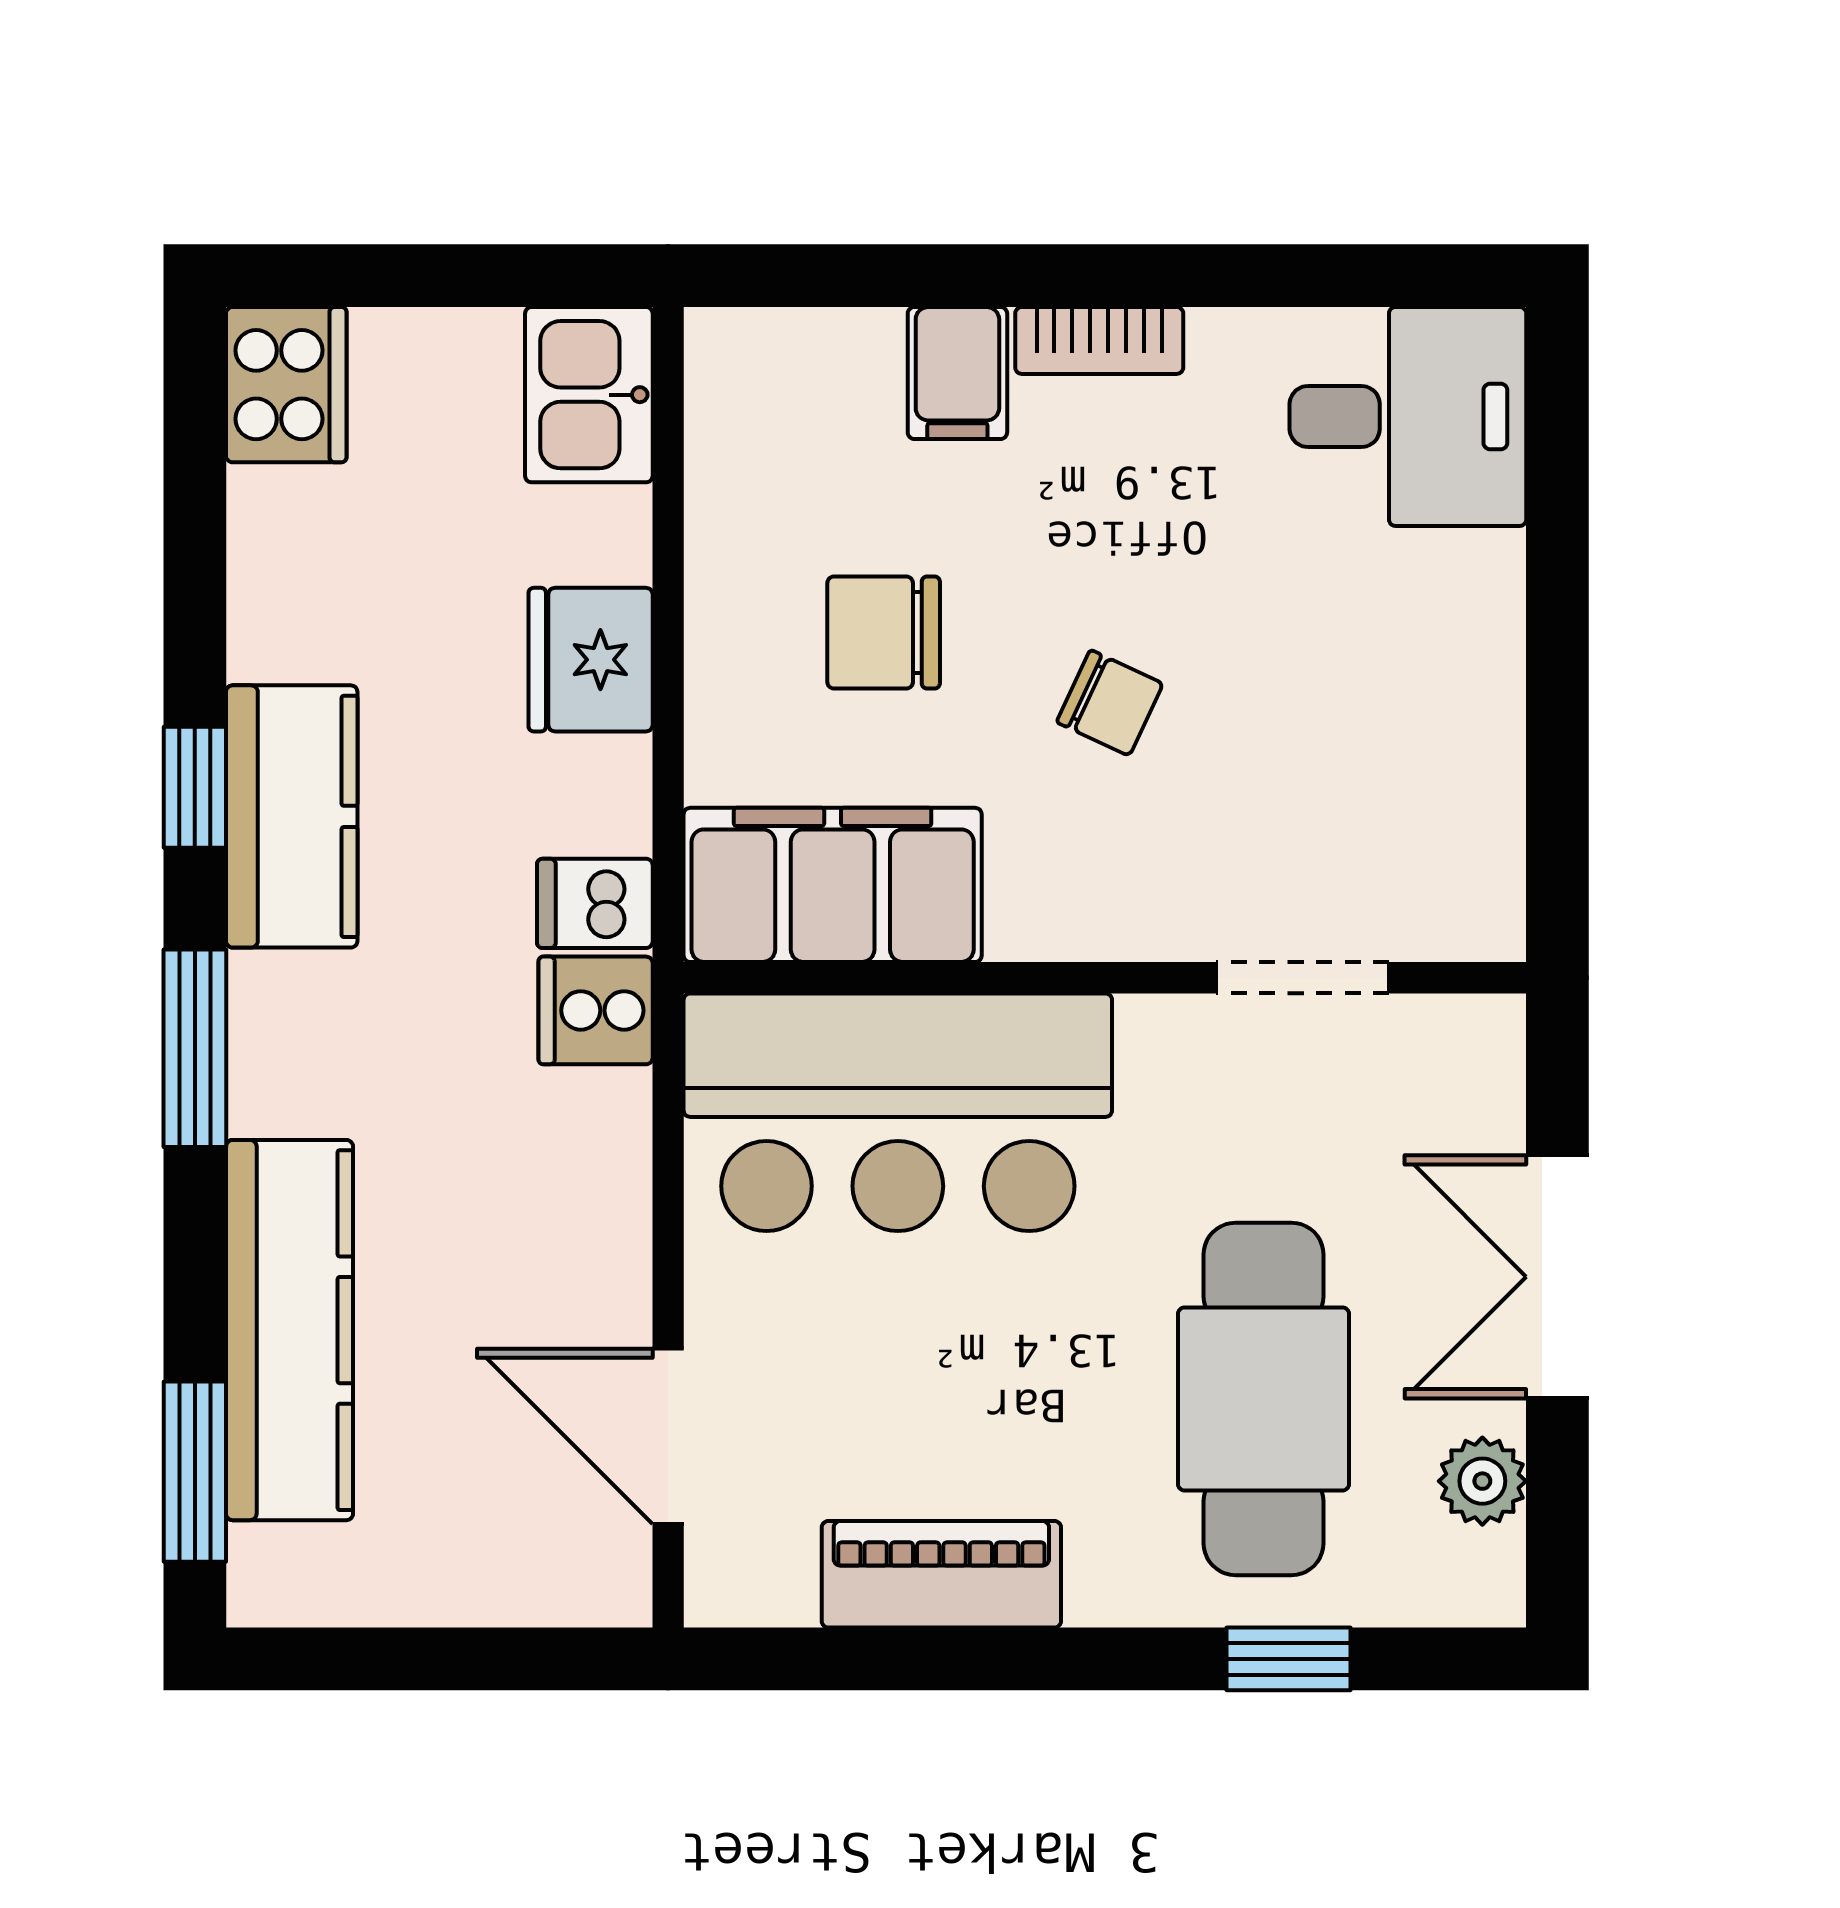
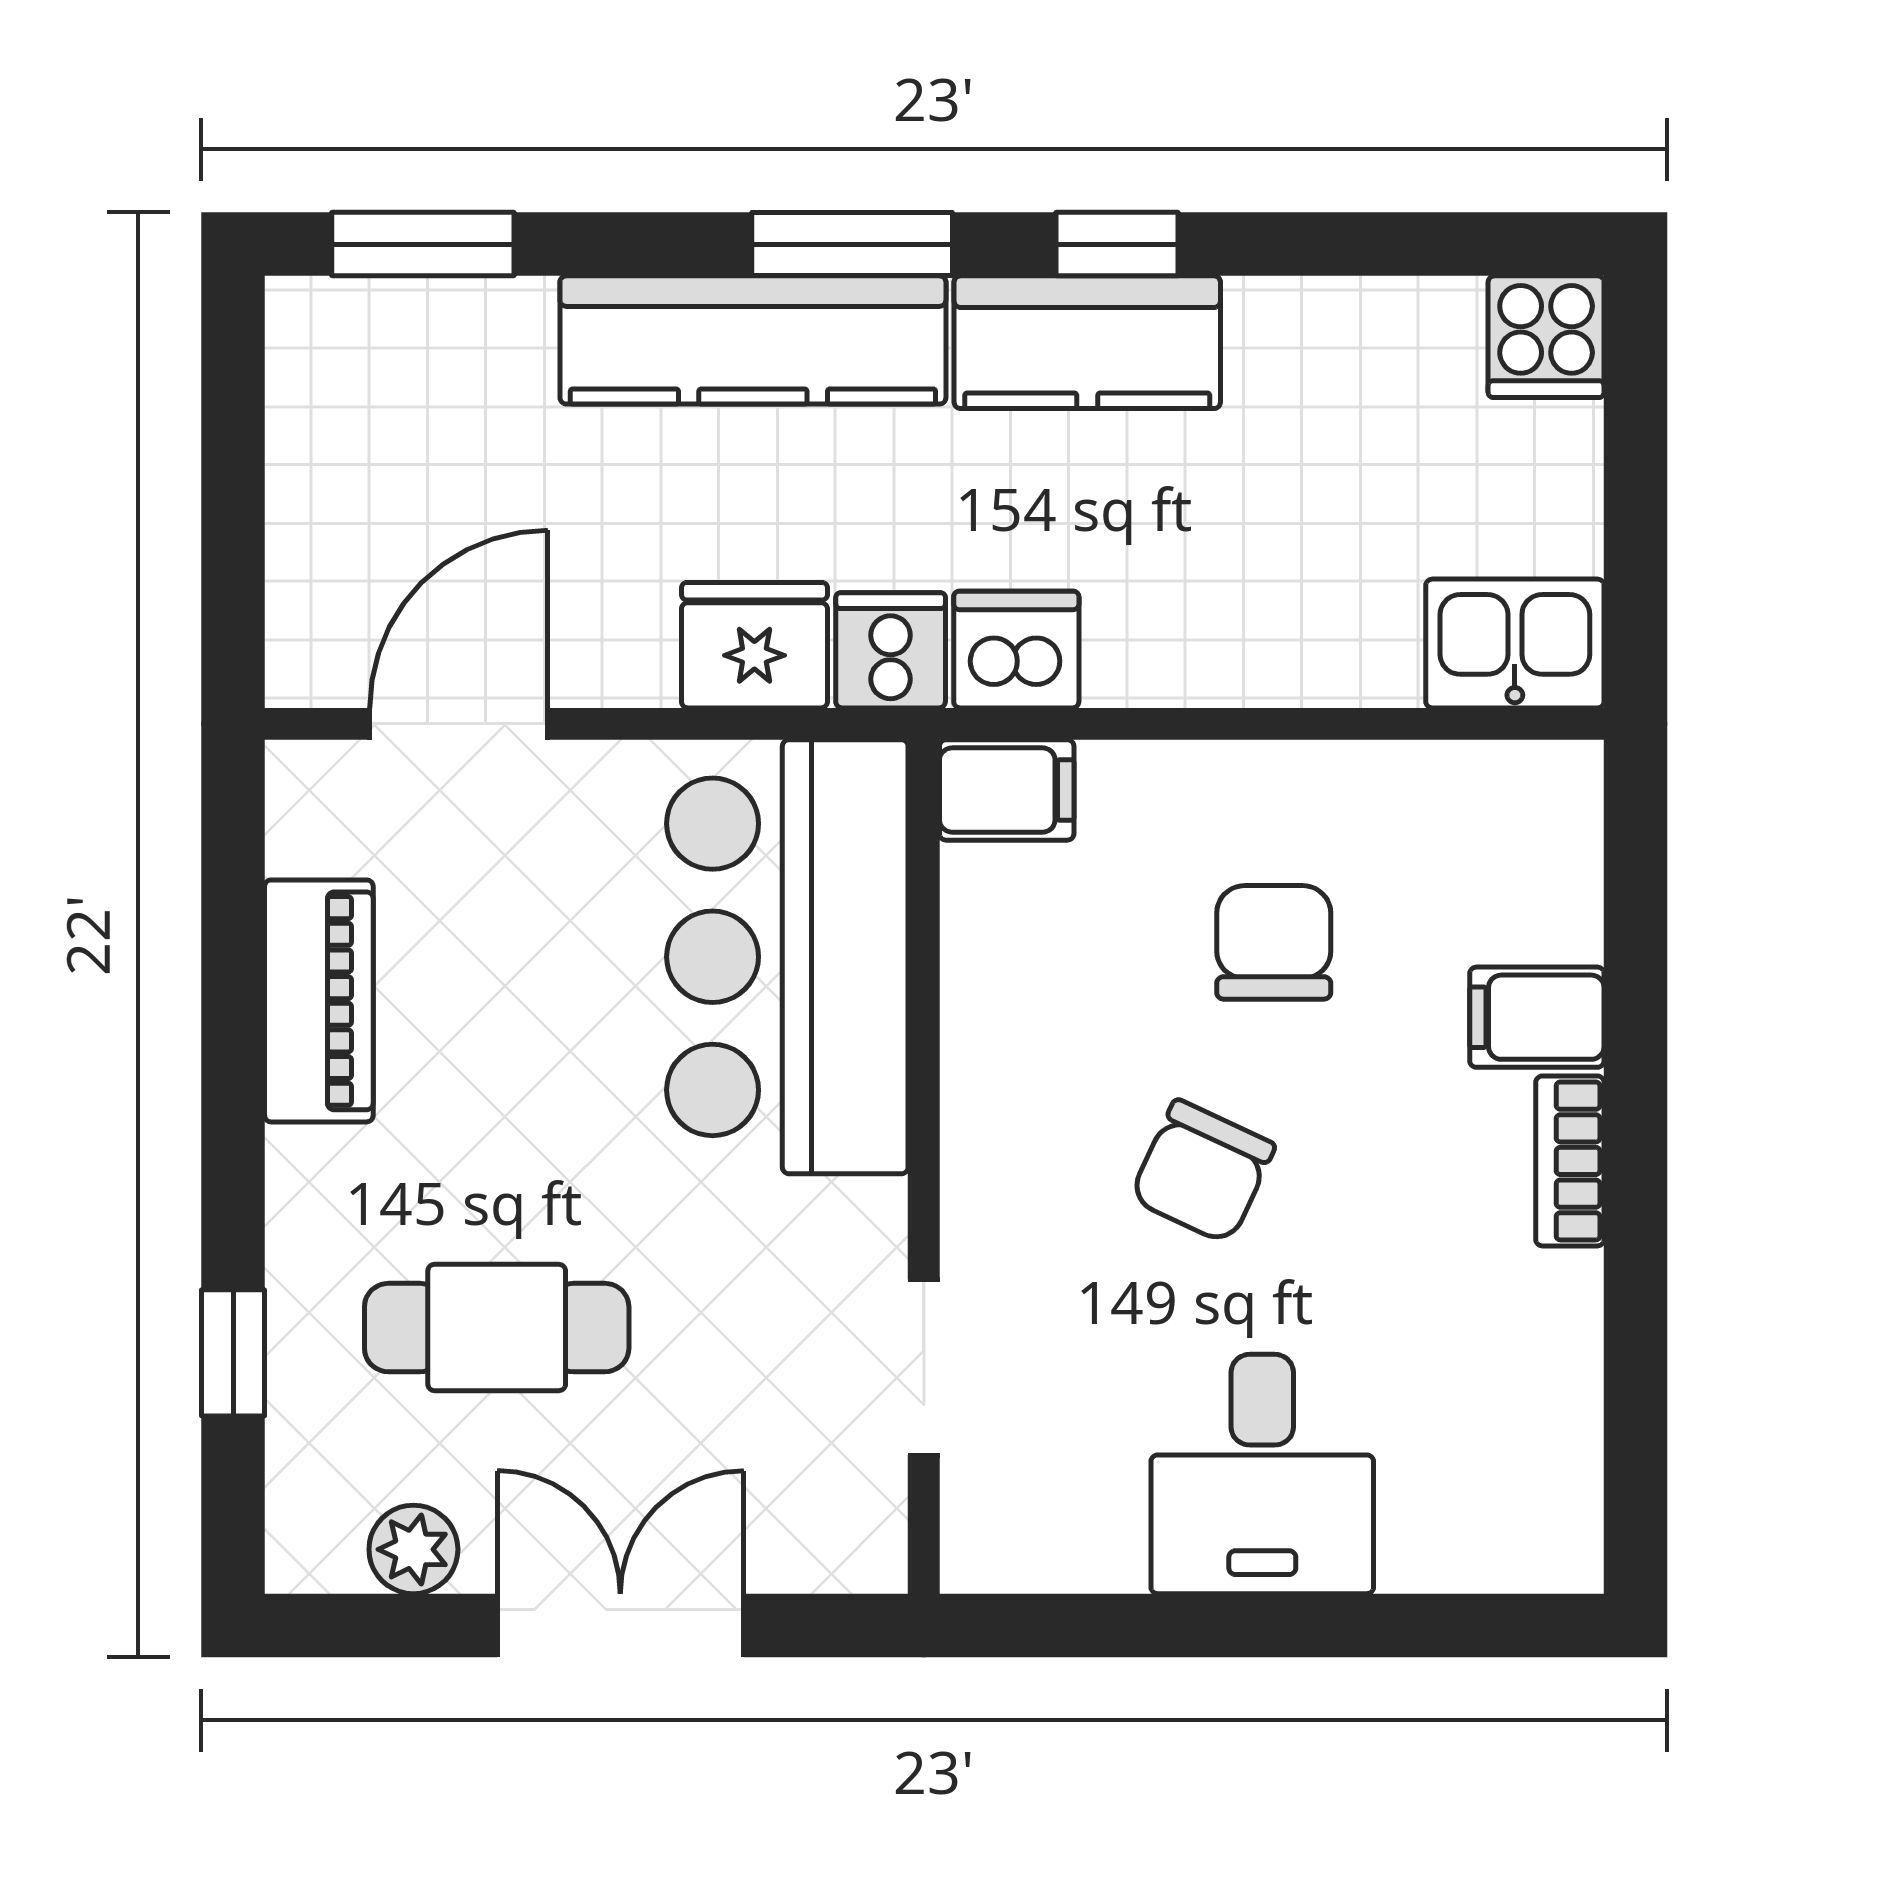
cooker: (286, 385) -> (1546, 337), width x0.73
desk: (1408, 416) -> (1262, 1474), moved
fridge: (591, 660) -> (754, 645), moved
chair: (1110, 703) -> (1202, 1172), width x1.37, depth x1.37
filing cabinet: (833, 885) -> (1007, 790), width x0.33, depth x0.86
dishwasher: (595, 903) -> (1016, 650), width x1.38
kitchen counter: (289, 1330) -> (753, 340), moved
cafe table: (1264, 1399) -> (497, 1328), width x0.73, depth x0.74

